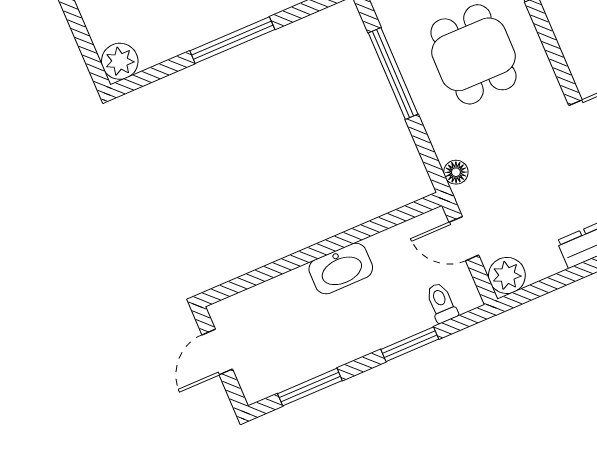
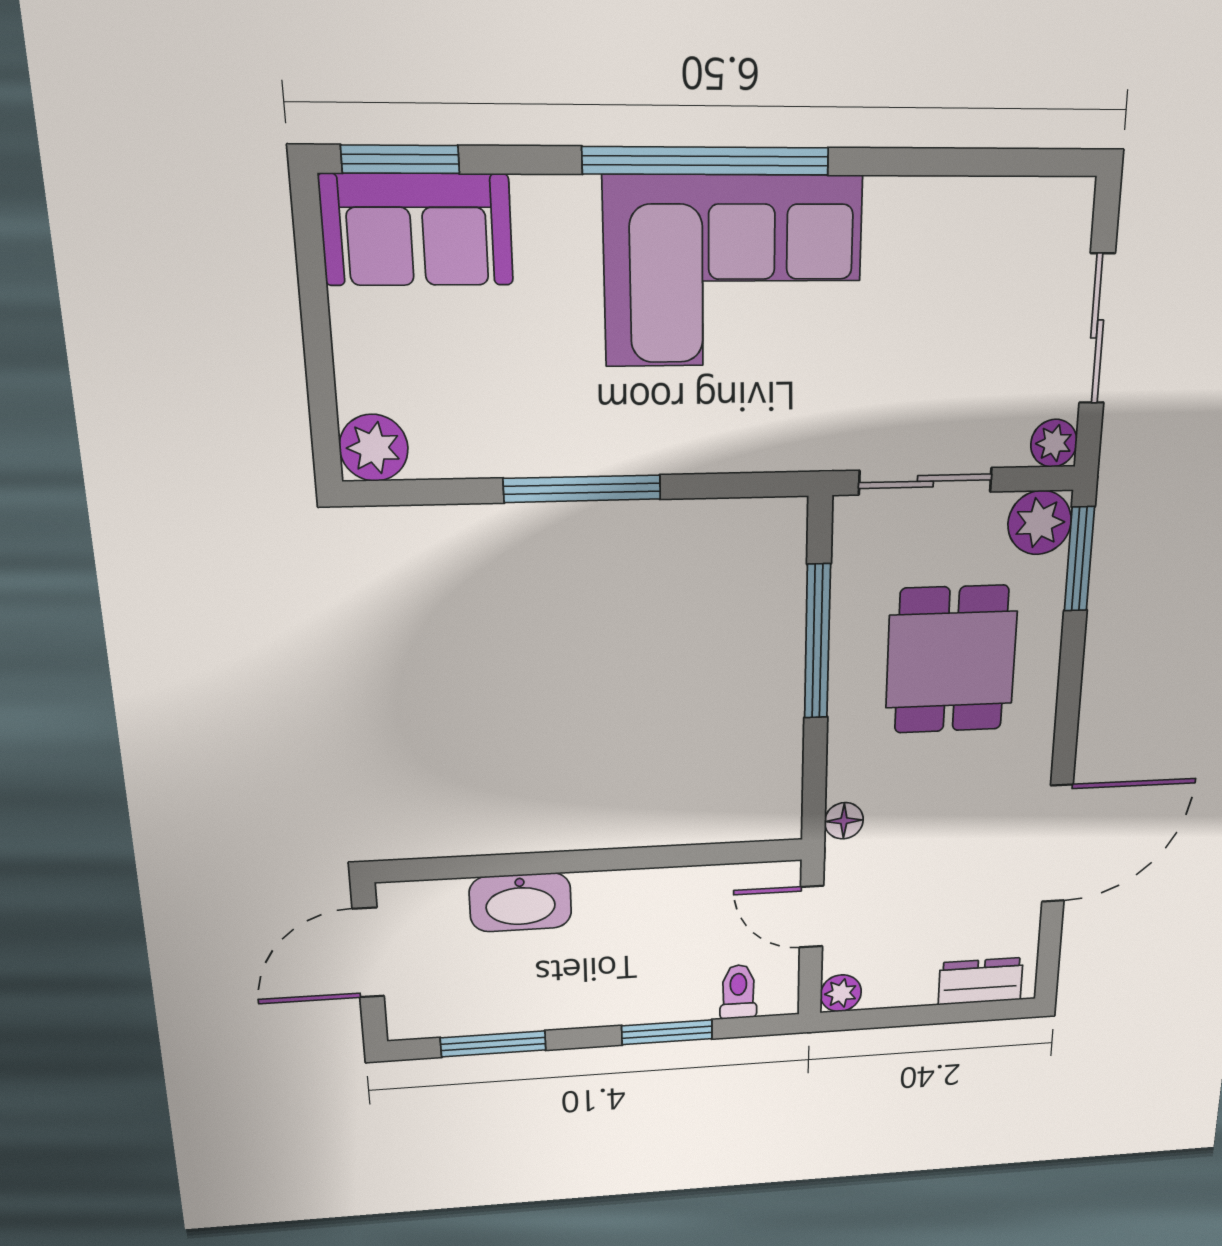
washbasin: (341, 268) -> (520, 902), moved
plant: (507, 275) -> (841, 993), width x0.73, depth x0.73
door: (217, 352) -> (368, 953), width x1.38

